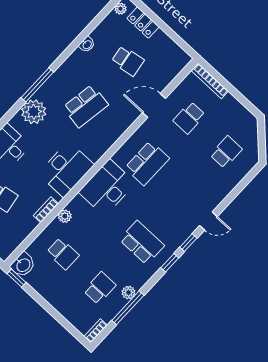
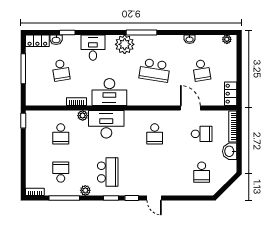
locker: (143, 23) -> (231, 94), moved
school desk: (189, 118) -> (202, 134), turned 180
school desk: (226, 152) -> (202, 172), turned 90
school desk: (147, 163) -> (155, 134), width x0.54
desk: (107, 188) -> (106, 124), moved
washbasin: (23, 265) -> (230, 151), moved, turned 90
school desk: (100, 288) -> (61, 172), turned -90
plant: (129, 292) -> (85, 190), moved

